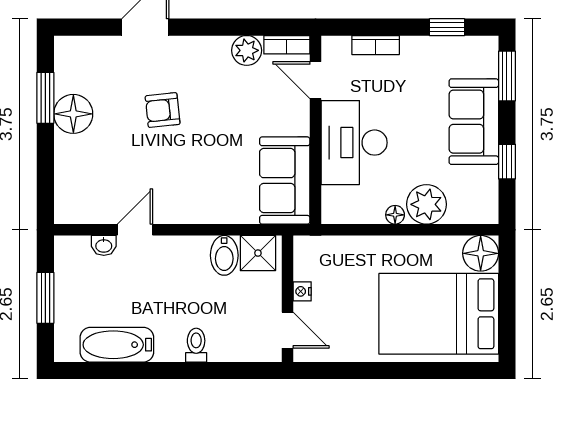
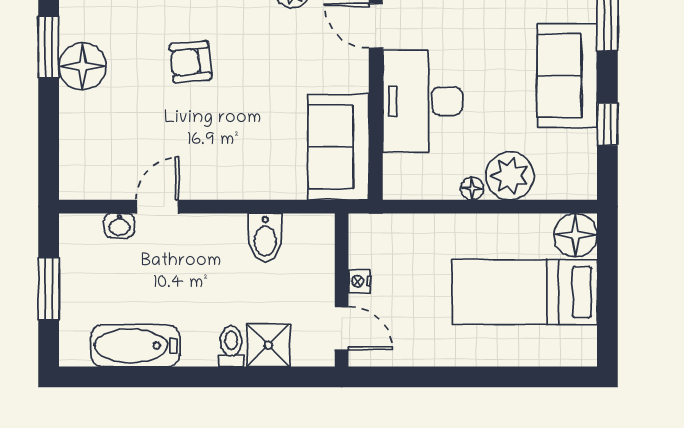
shower: (258, 253) -> (268, 345), moved
bed: (439, 314) -> (525, 292), width x0.67

